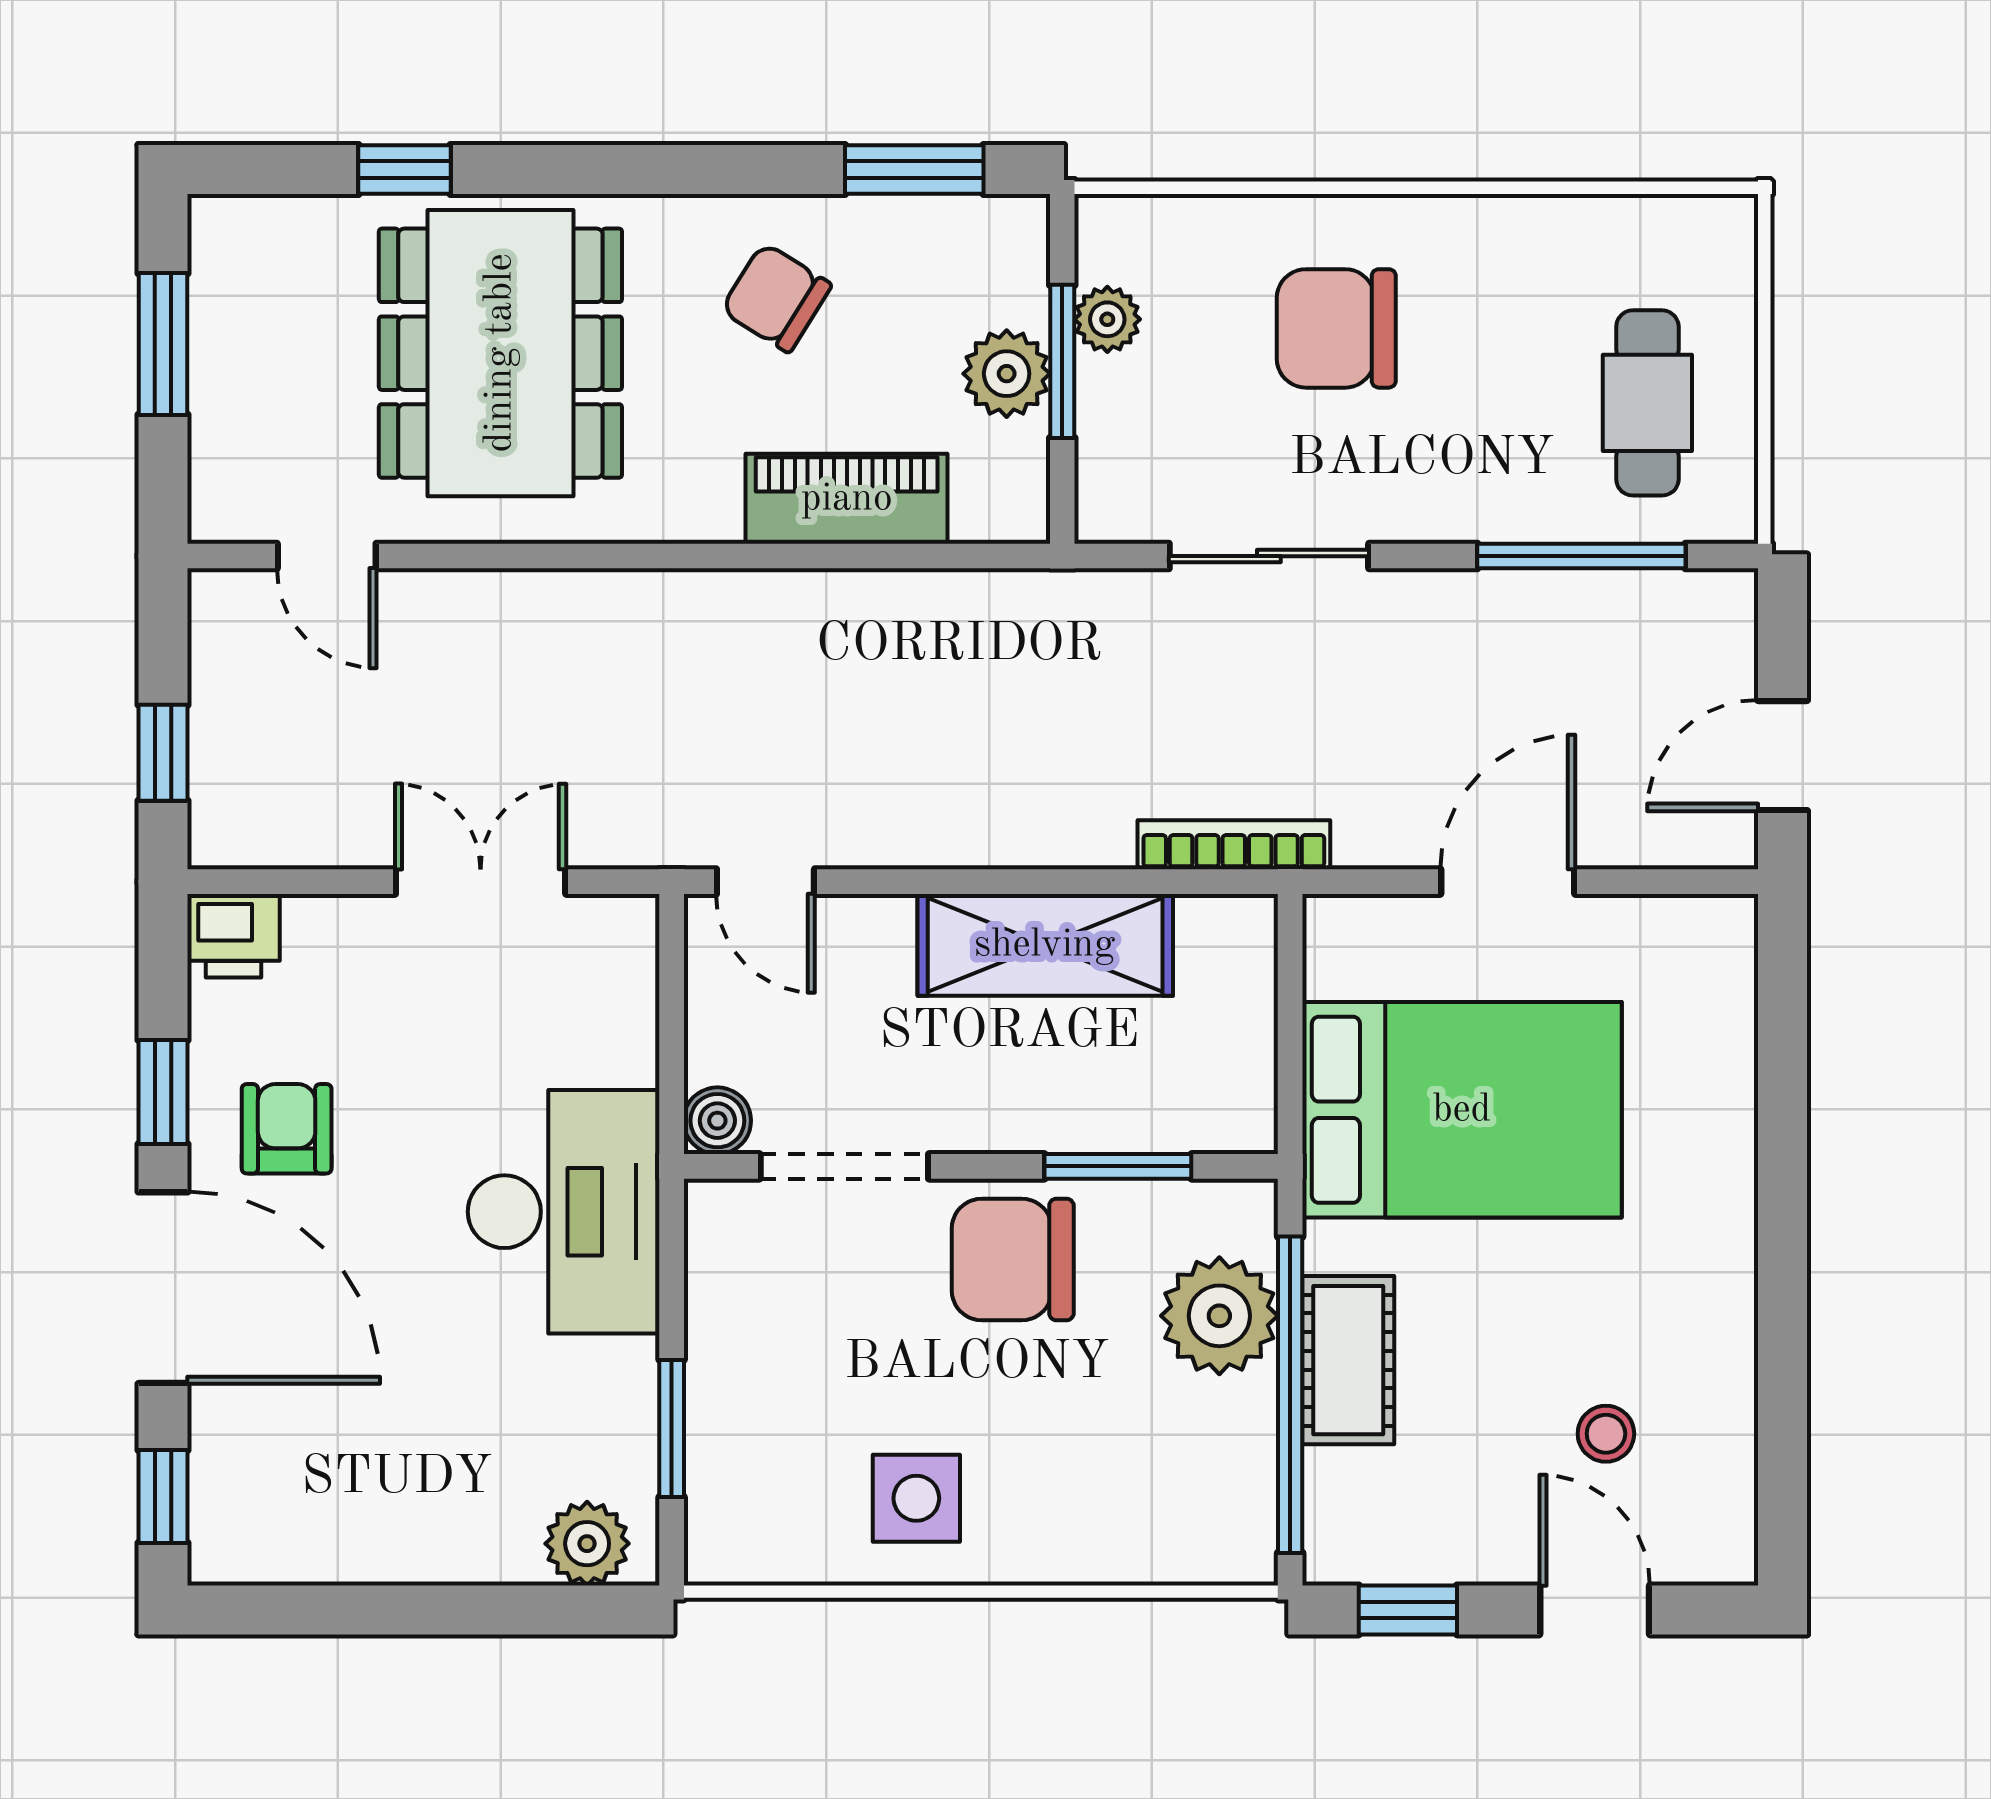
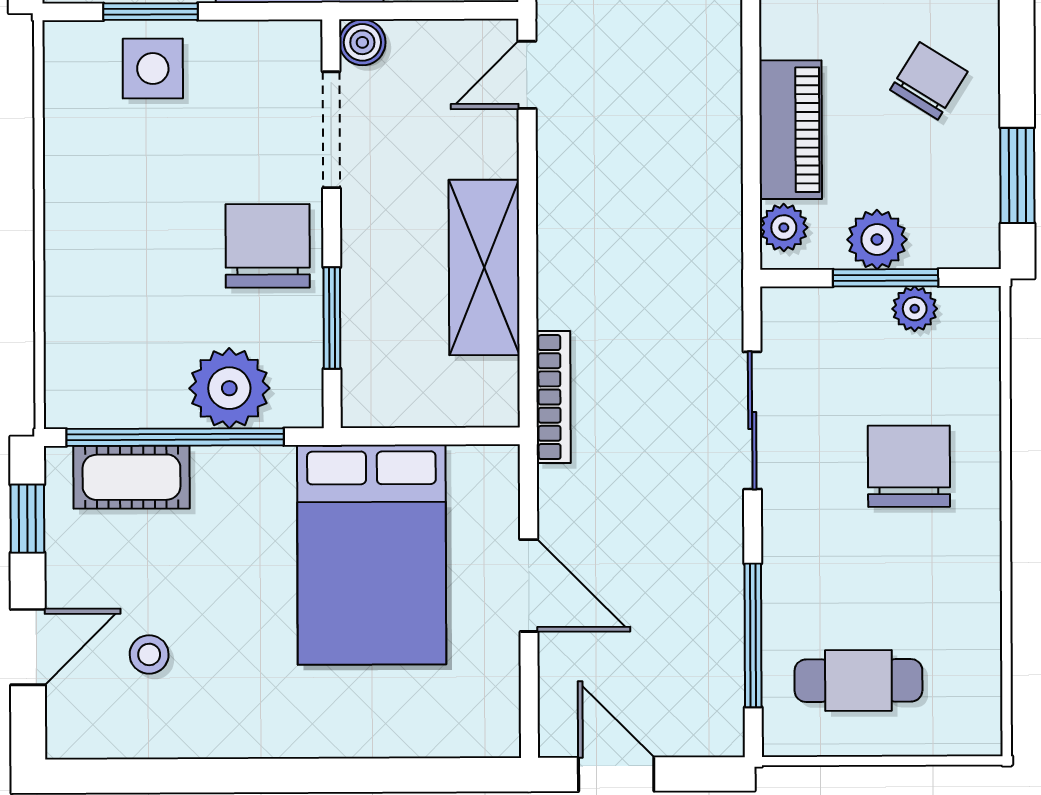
plant: (989, 509) -> (784, 228), added
cot: (1348, 1360) -> (132, 477), moved
side table: (916, 1498) -> (153, 68), moved

